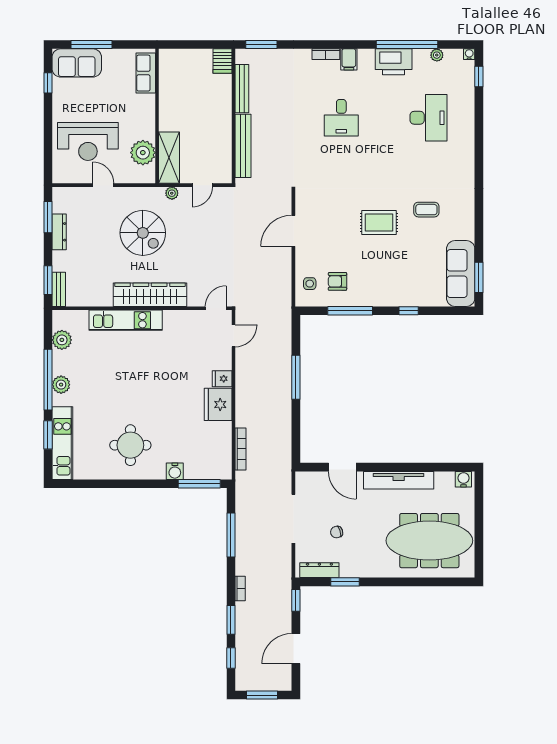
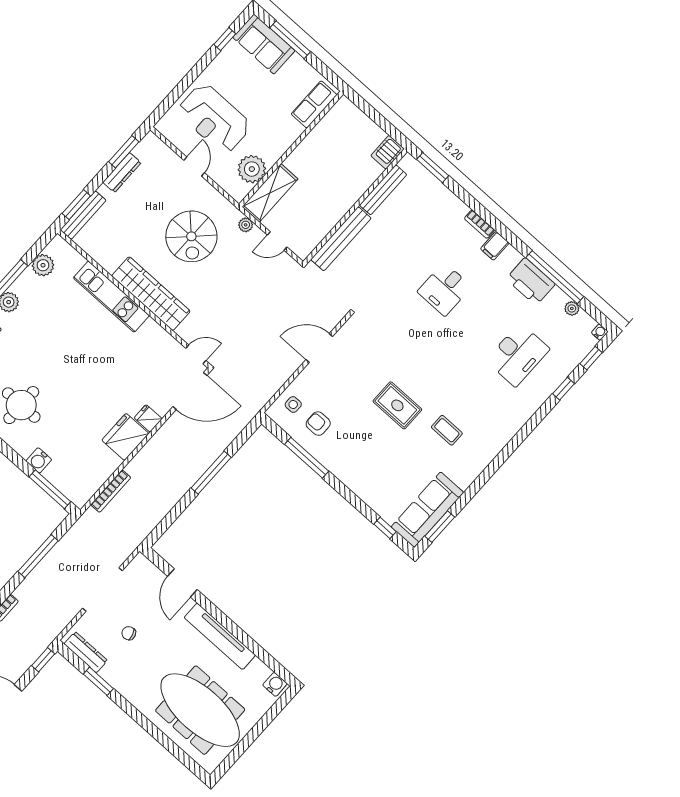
window: (479, 113) -> (564, 389), added
bench: (59, 289) -> (83, 215), width x1.36
window: (409, 311) -> (385, 528), moved
door: (233, 336) -> (190, 391), width x1.88

